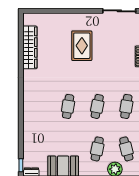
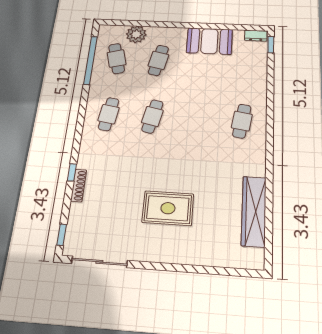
rug: (82, 46) -> (168, 208), turned 90
cafe table: (68, 106) -> (242, 121), moved

